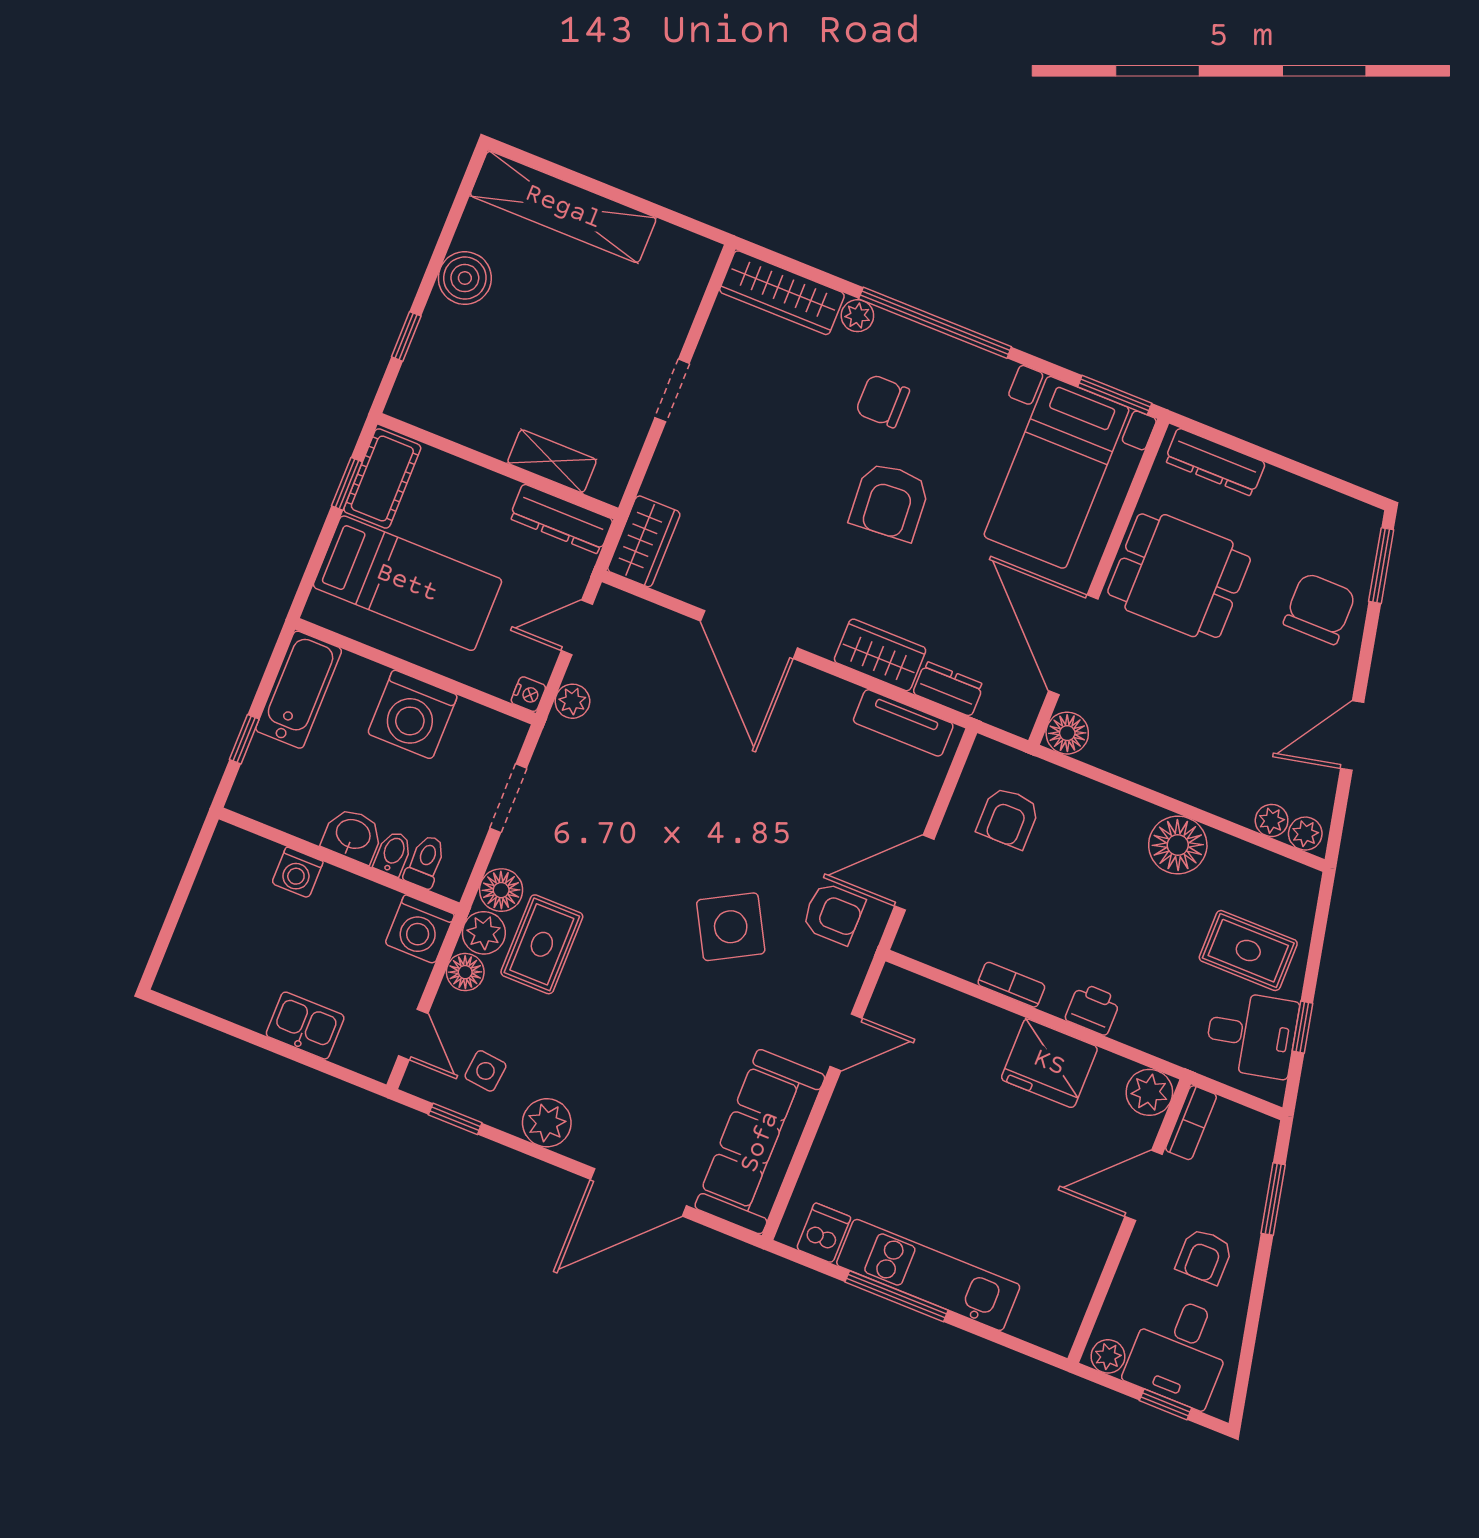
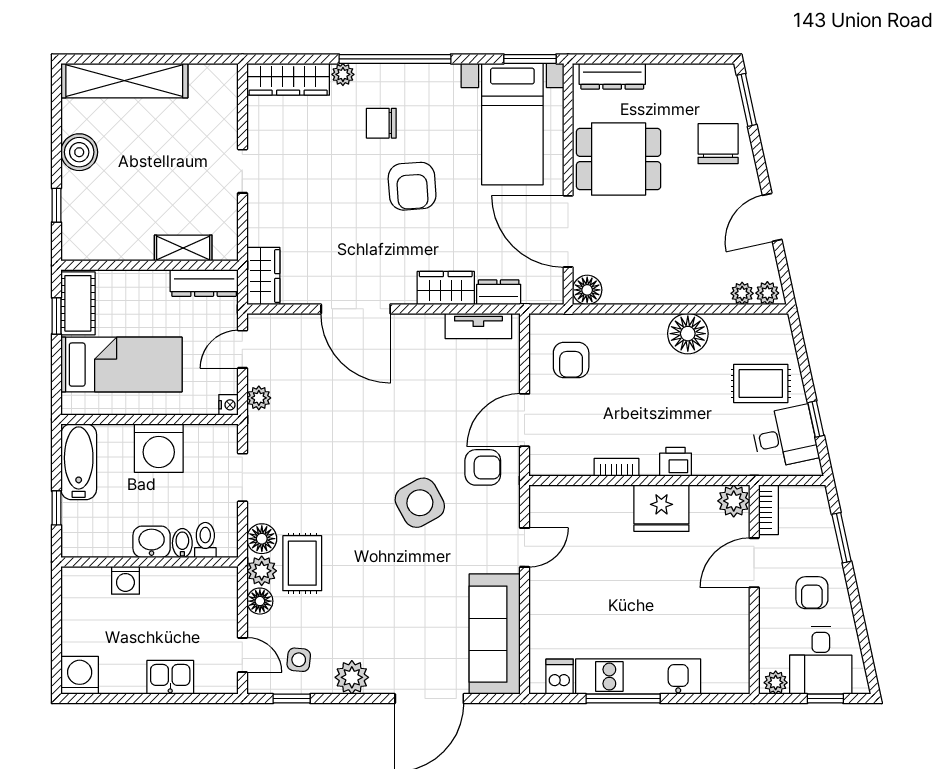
washing machine: (420, 929) -> (80, 675), moved, turned 180

